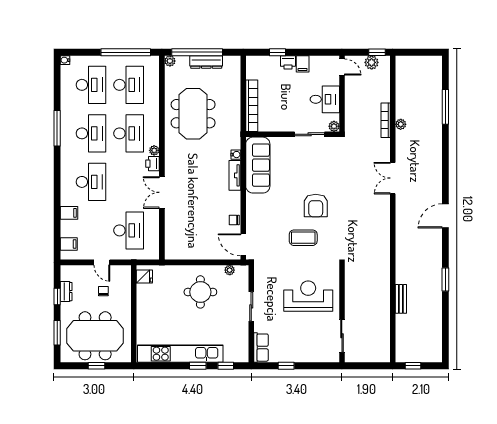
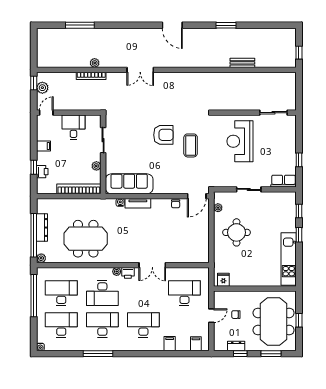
printer: (288, 62) -> (42, 172), moved
plant: (334, 126) -> (96, 166), moved
desk: (129, 133) -> (102, 293), turned 180
kitchen unit: (180, 354) -> (289, 259), width x0.73

